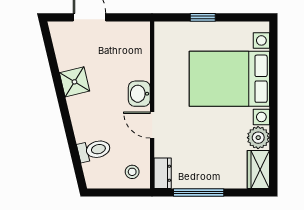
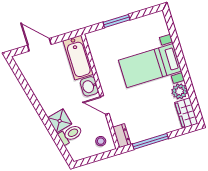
window: (203, 17) -> (116, 21), width x1.50
bathtub: (136, 50) -> (78, 57), added
bed with nightstands: (229, 79) -> (150, 66), width x0.73
shower: (74, 82) -> (60, 121), moved

